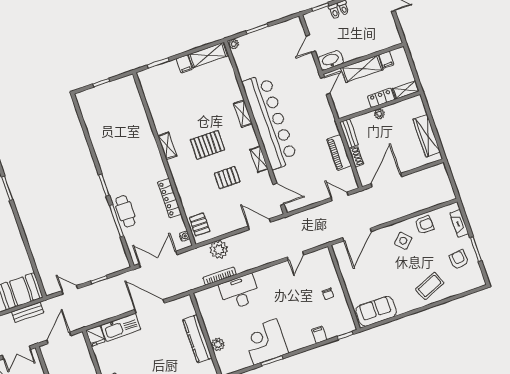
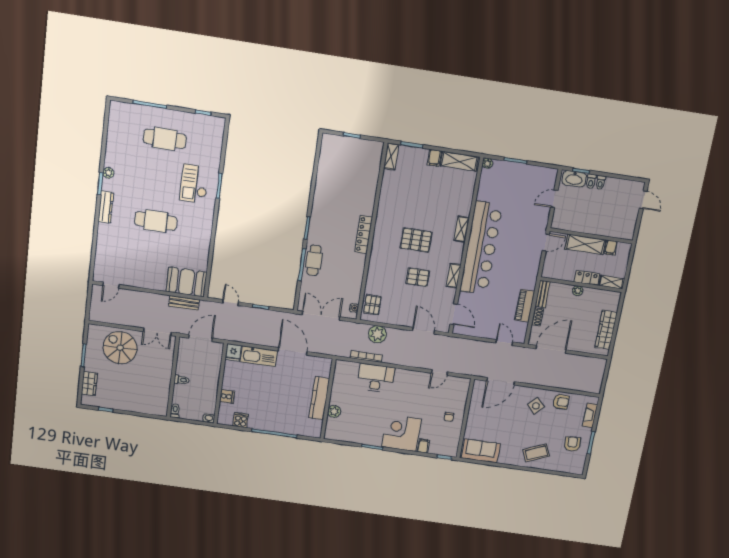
washbasin: (331, 60) -> (574, 179), moved, turned 180
shelving: (167, 146) -> (391, 156), moved
locker: (169, 198) -> (364, 235), moved
corner desk: (265, 342) -> (401, 433), moved

